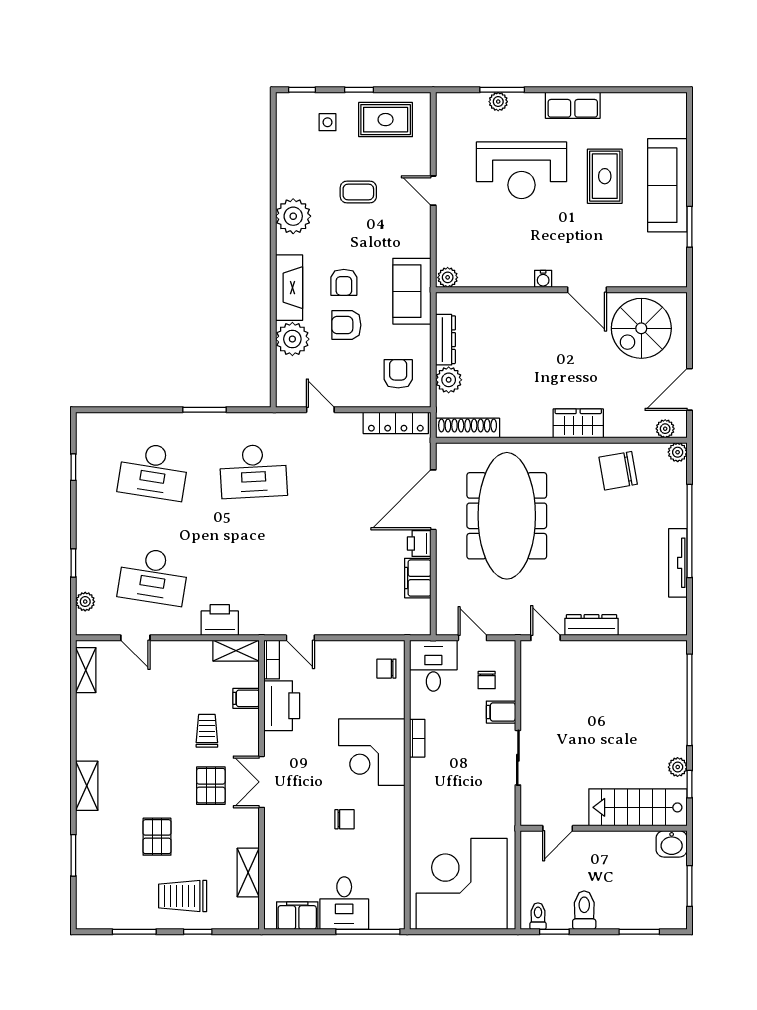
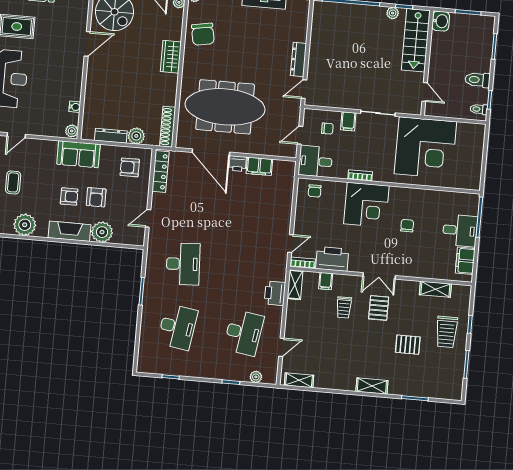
water cooler: (543, 279) -> (75, 107), moved
trolley: (207, 731) -> (344, 307), turned -90
pallet: (211, 786) -> (379, 308), turned 90
corner desk: (462, 884) -> (425, 148), moved, turned -90

